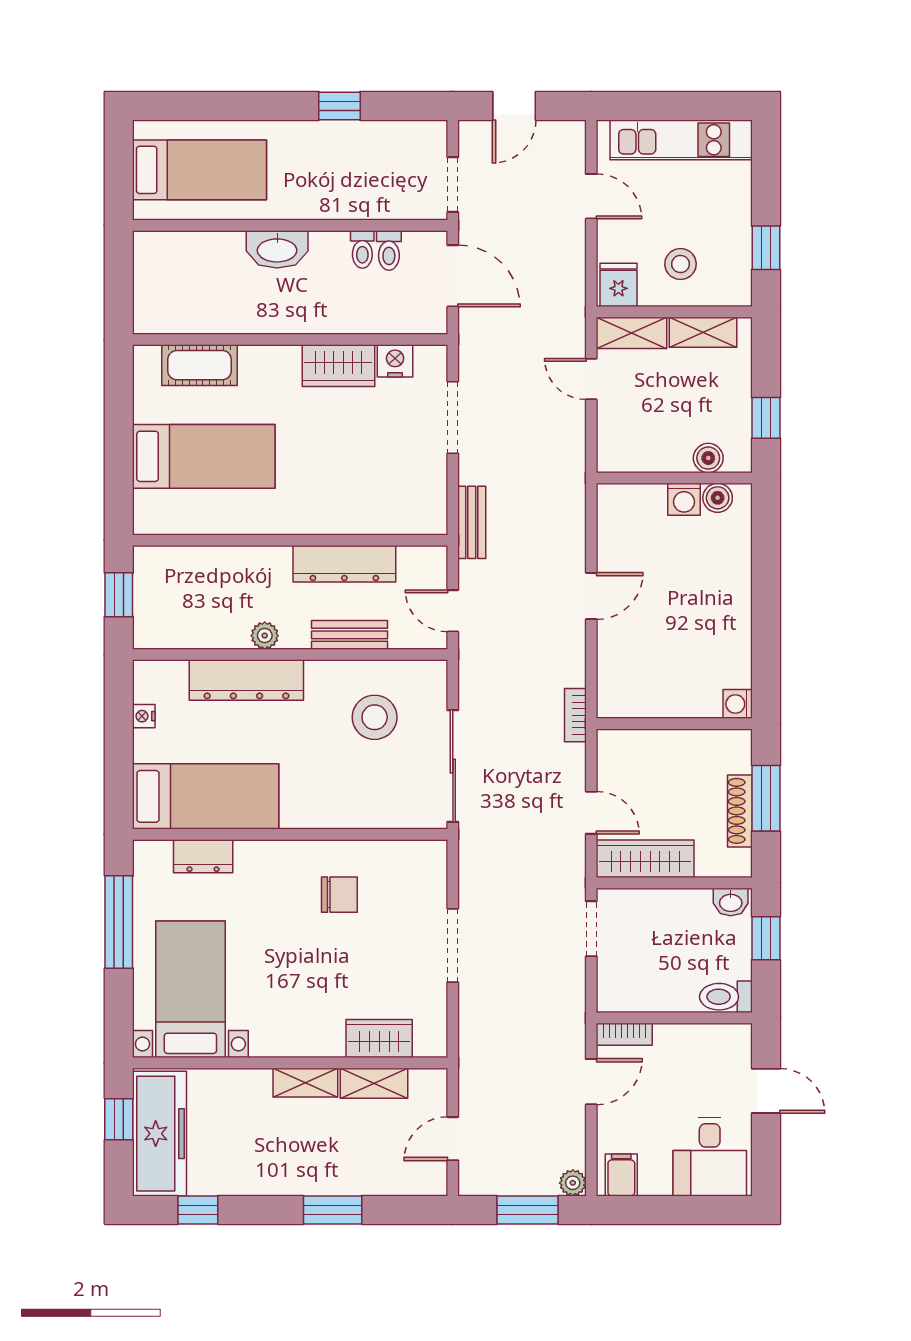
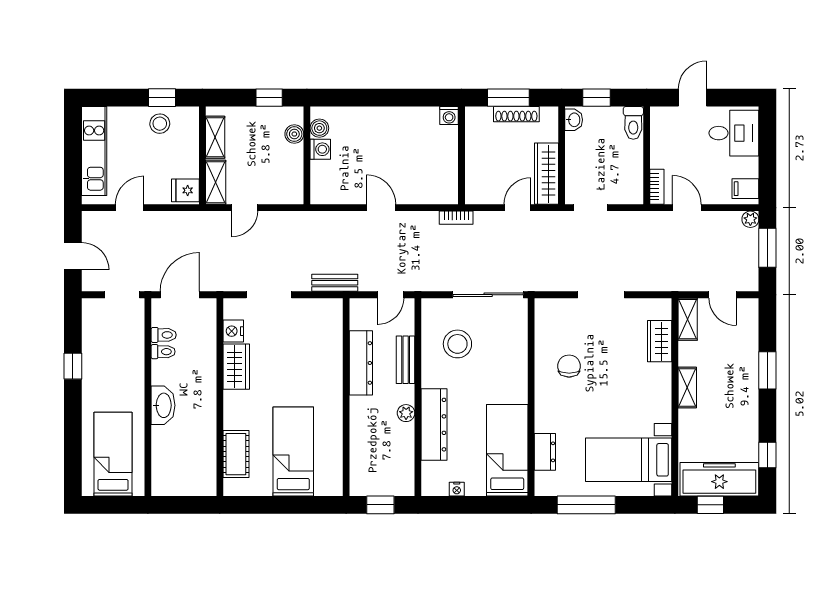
stool: (681, 264) -> (160, 124), moved
shelving: (374, 1083) -> (688, 319), moved

